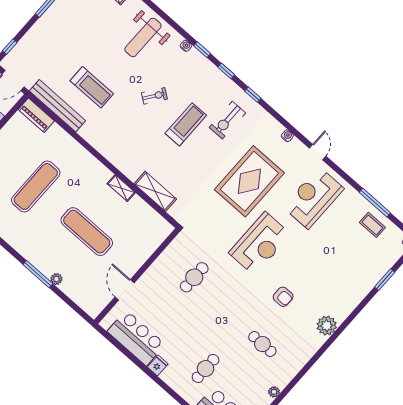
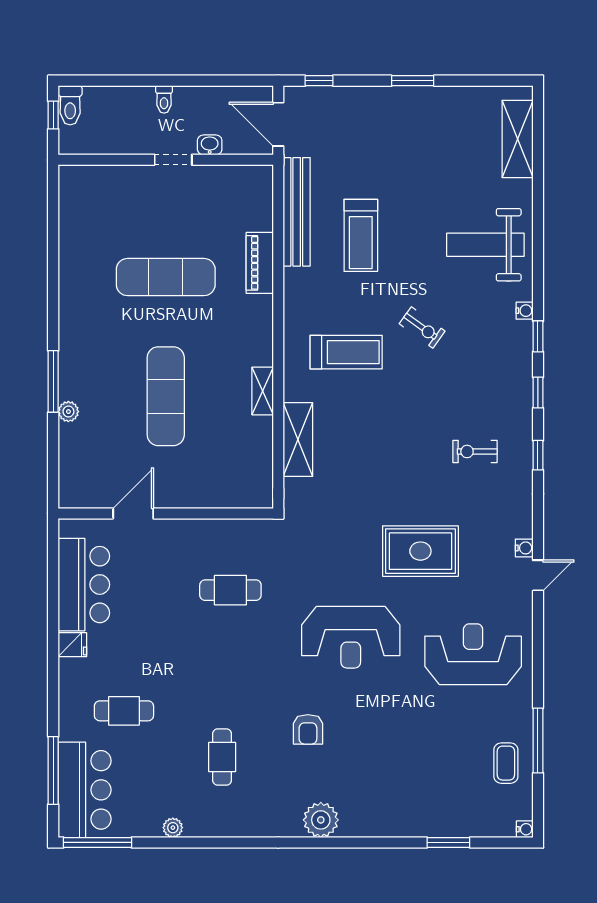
piano: (36, 115) -> (260, 263), moved
exercise bike: (227, 120) -> (475, 451), width x0.73, depth x0.72
treadmill: (186, 124) -> (346, 352), moved
door: (318, 152) -> (538, 575), moved
rug: (249, 181) -> (420, 551), width x0.73, depth x0.69

